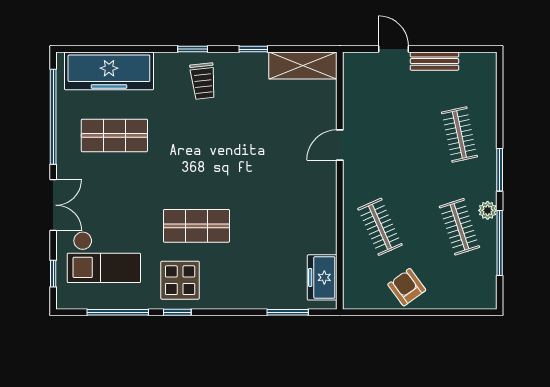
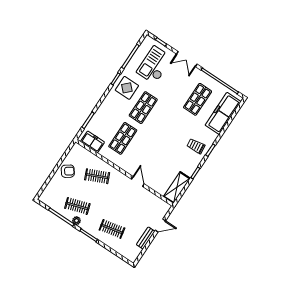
shop shelf: (279, 226) -> (123, 138), added

